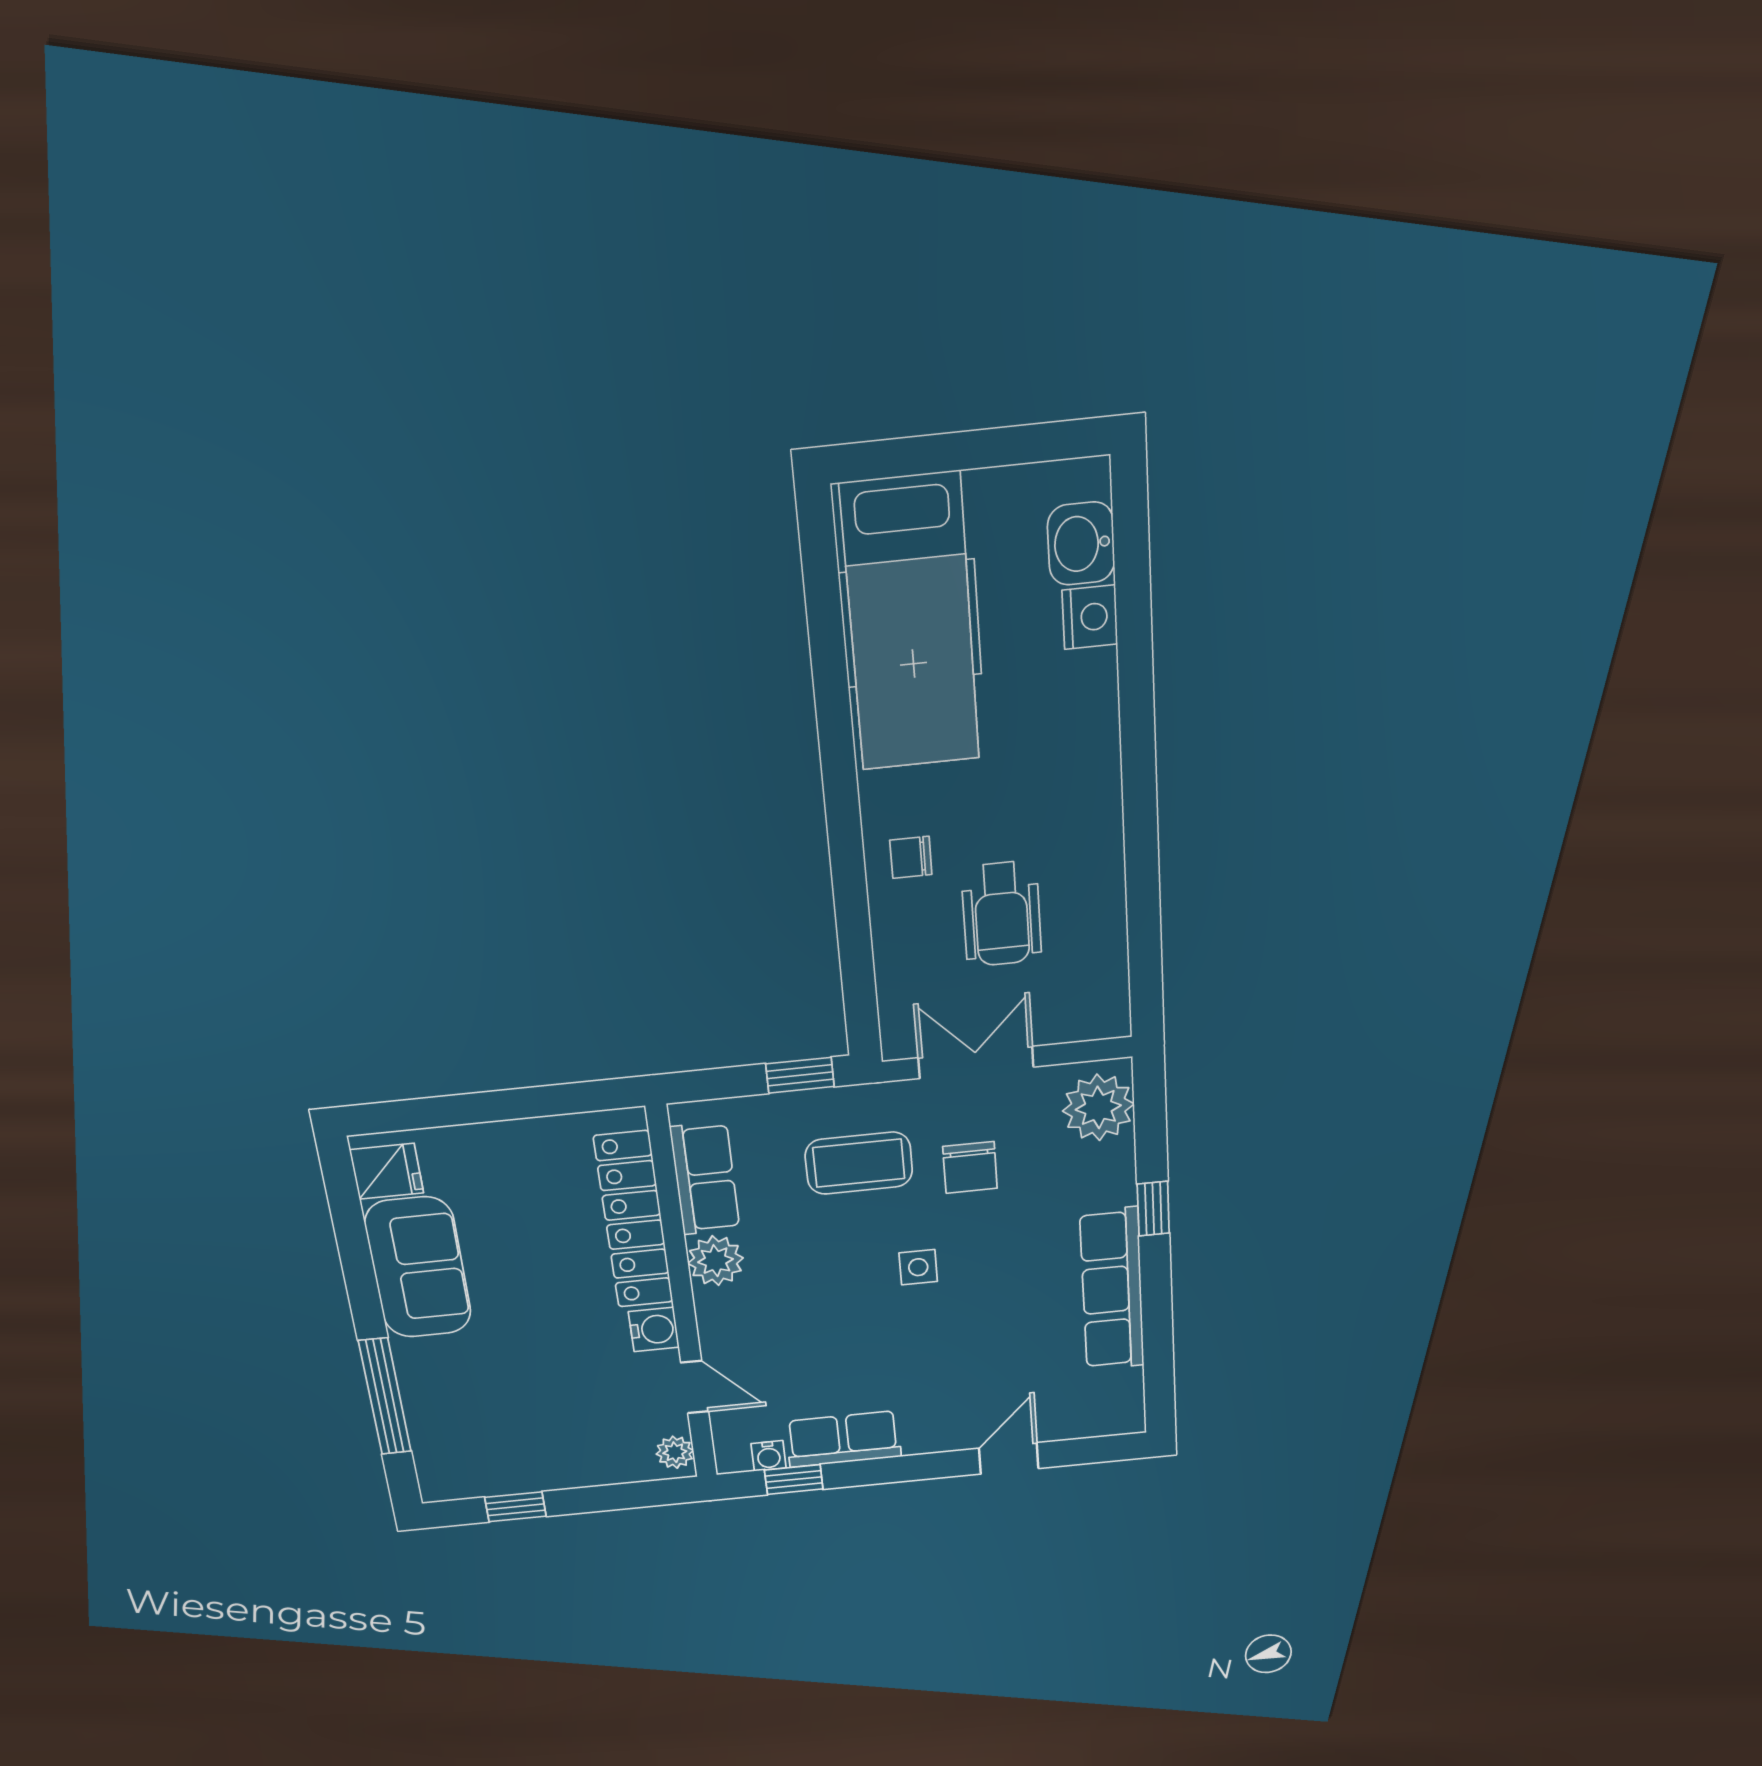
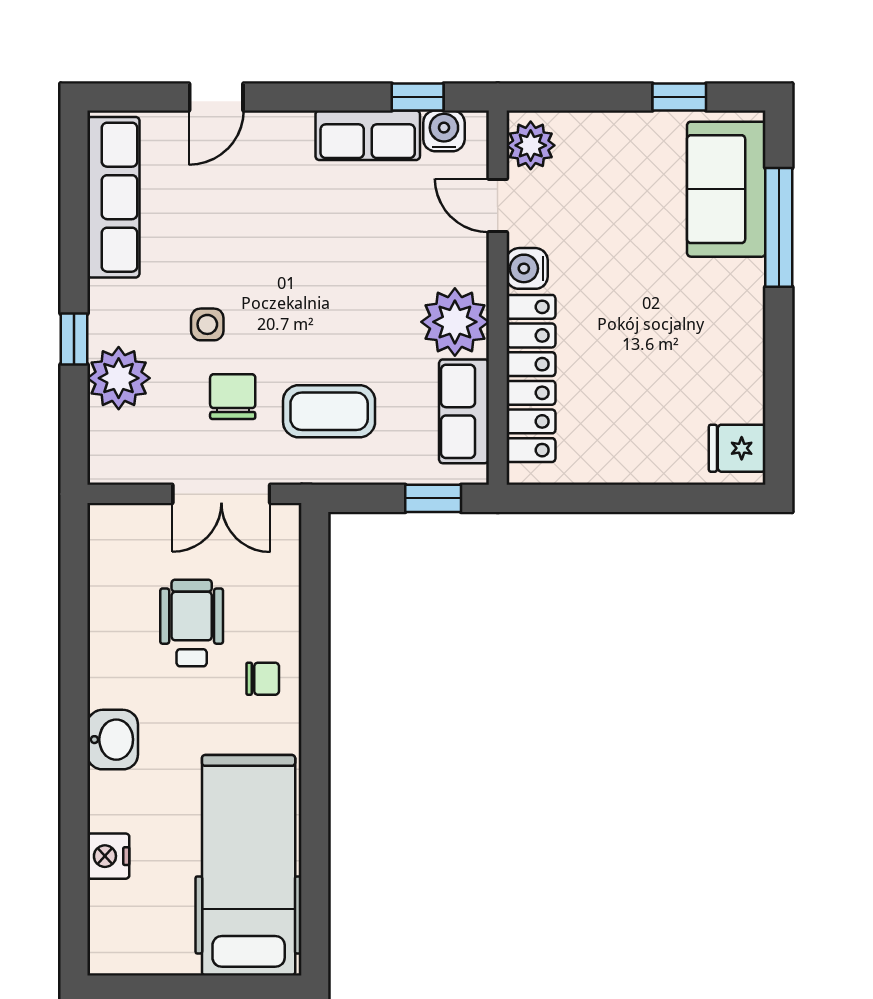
washbasin: (1081, 544) -> (113, 740), moved
window: (800, 1075) -> (433, 498), moved
plant: (1098, 1107) -> (119, 378), moved
plant: (716, 1261) -> (455, 322), width x1.36, depth x1.36
side table: (918, 1267) -> (207, 324), moved
sofa: (418, 1268) -> (726, 189), moved
row of seats: (1112, 1290) -> (113, 197), moved
plant: (675, 1452) -> (531, 145), width x1.38, depth x1.38
water cooler: (769, 1456) -> (444, 131), width x1.38, depth x1.38

